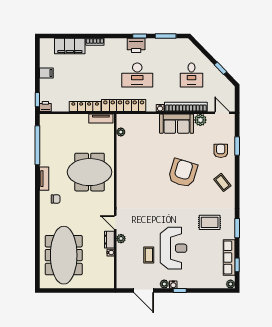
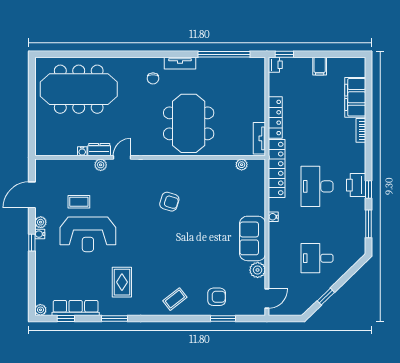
bookcase: (186, 107) -> (275, 251), removed
armchair: (183, 173) -> (169, 202), moved, width x0.53, depth x0.53

